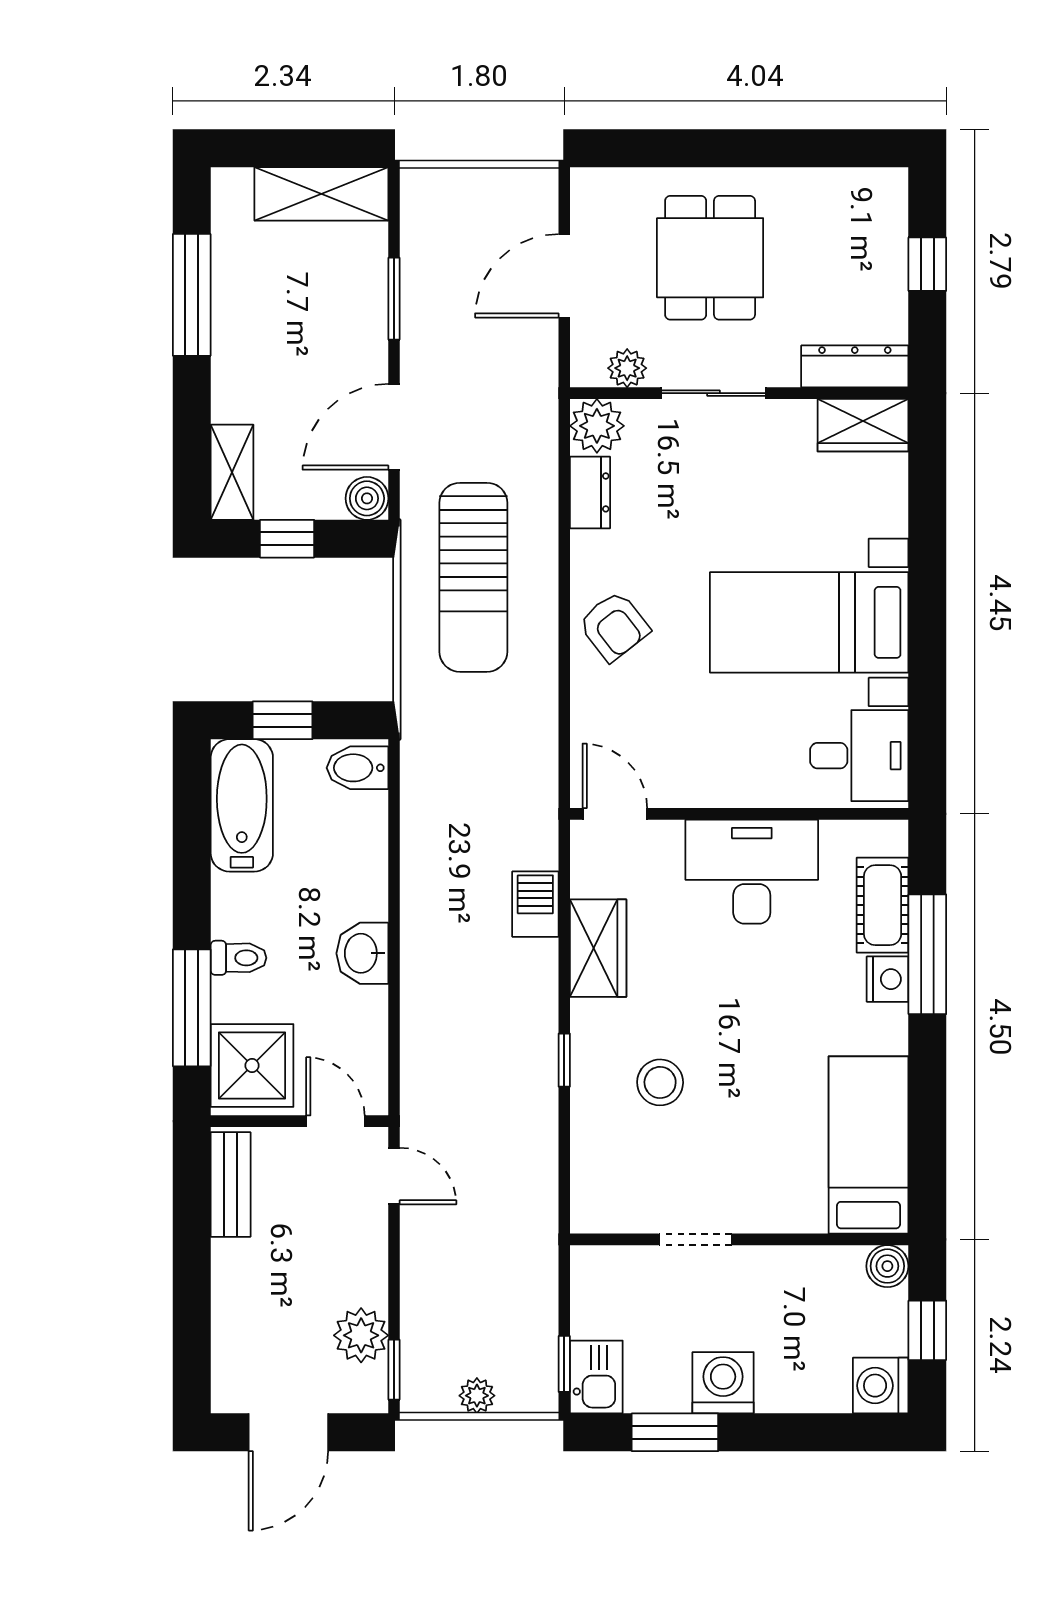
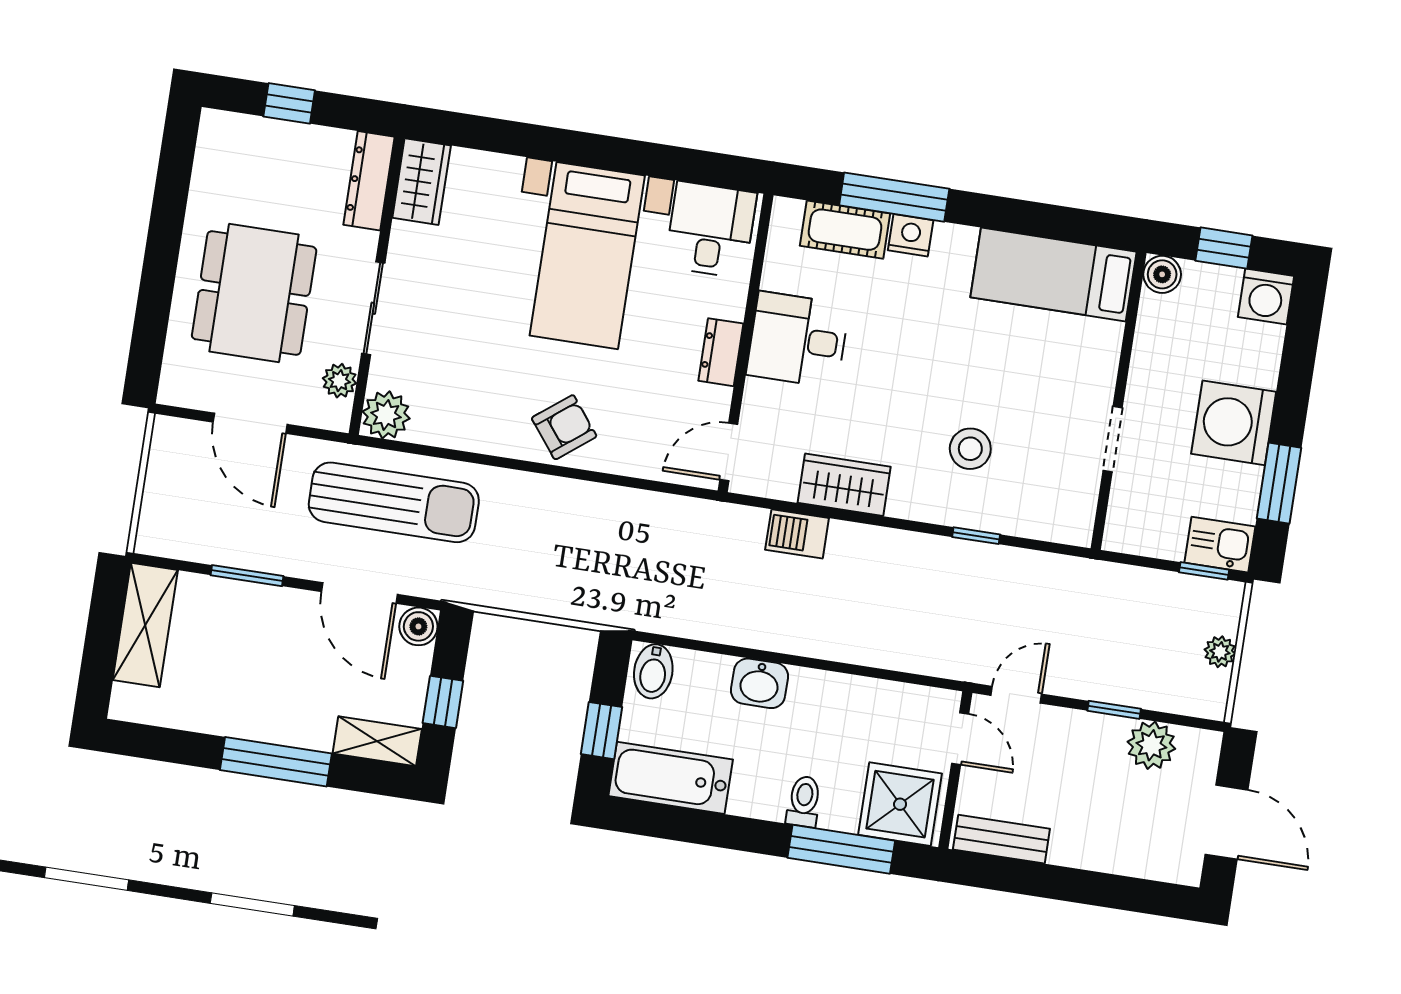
dining table: (710, 258) -> (254, 293), width x1.38
window: (192, 295) -> (276, 762), moved
dresser: (590, 492) -> (721, 352), moved, turned -90
sun lounger: (473, 577) -> (394, 502), moved
desk: (752, 872) -> (798, 340), width x0.73
washbasin: (362, 953) -> (759, 683), moved
window: (564, 1060) -> (976, 536), moved
door: (335, 1121) -> (960, 739), swing flipped
window: (394, 1370) -> (1114, 710), moved
washing machine: (723, 1383) -> (1234, 423), width x1.37, depth x1.37

